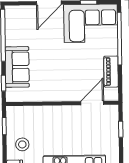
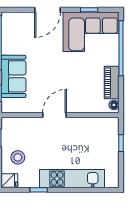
floor lamp: (114, 93) -> (114, 105), added
door: (92, 103) -> (55, 115), moved

